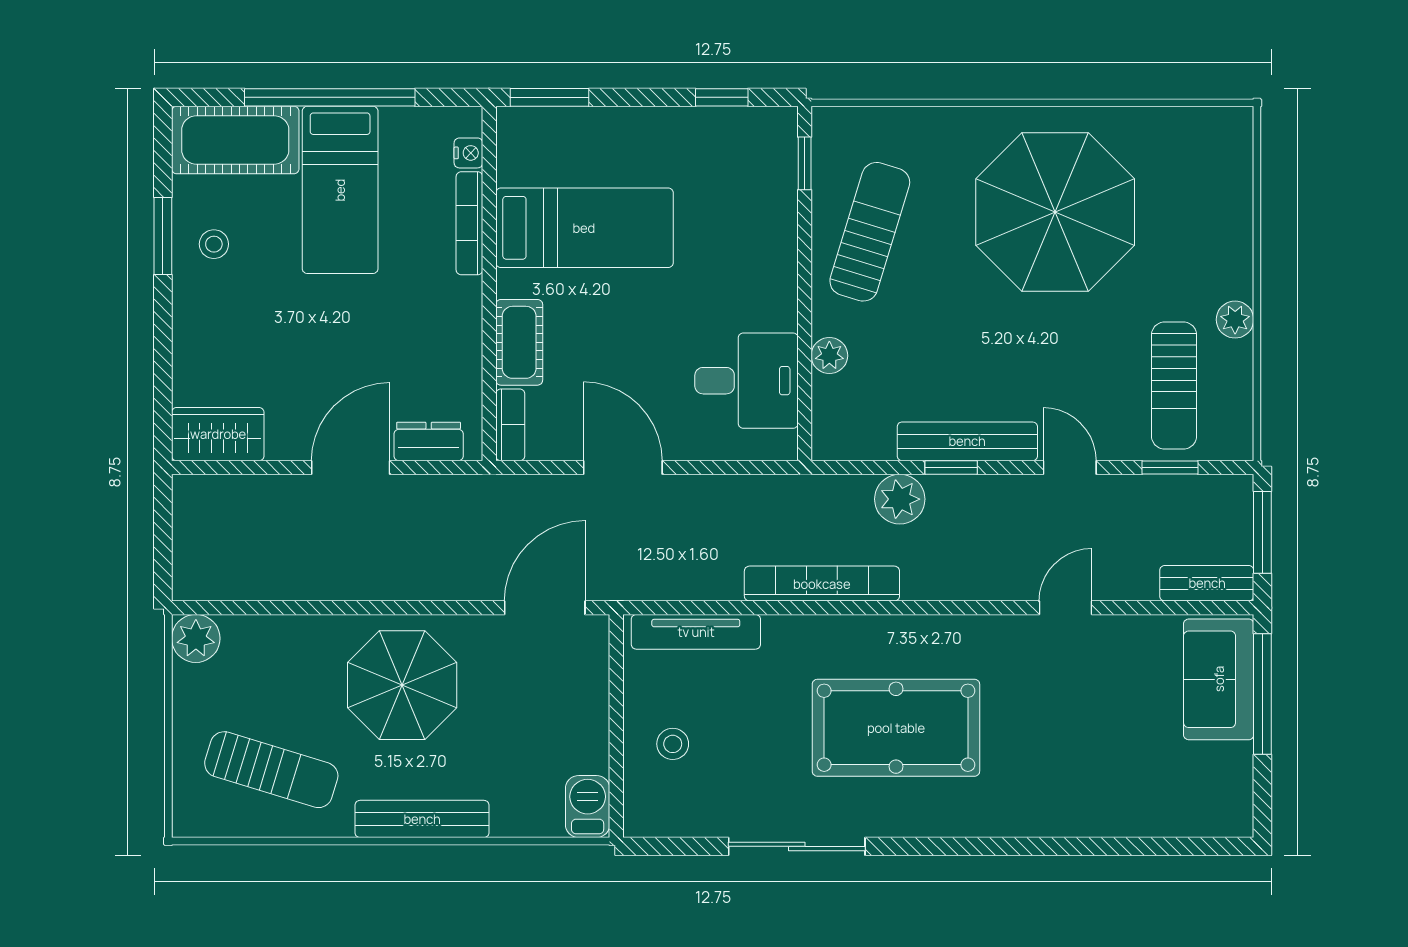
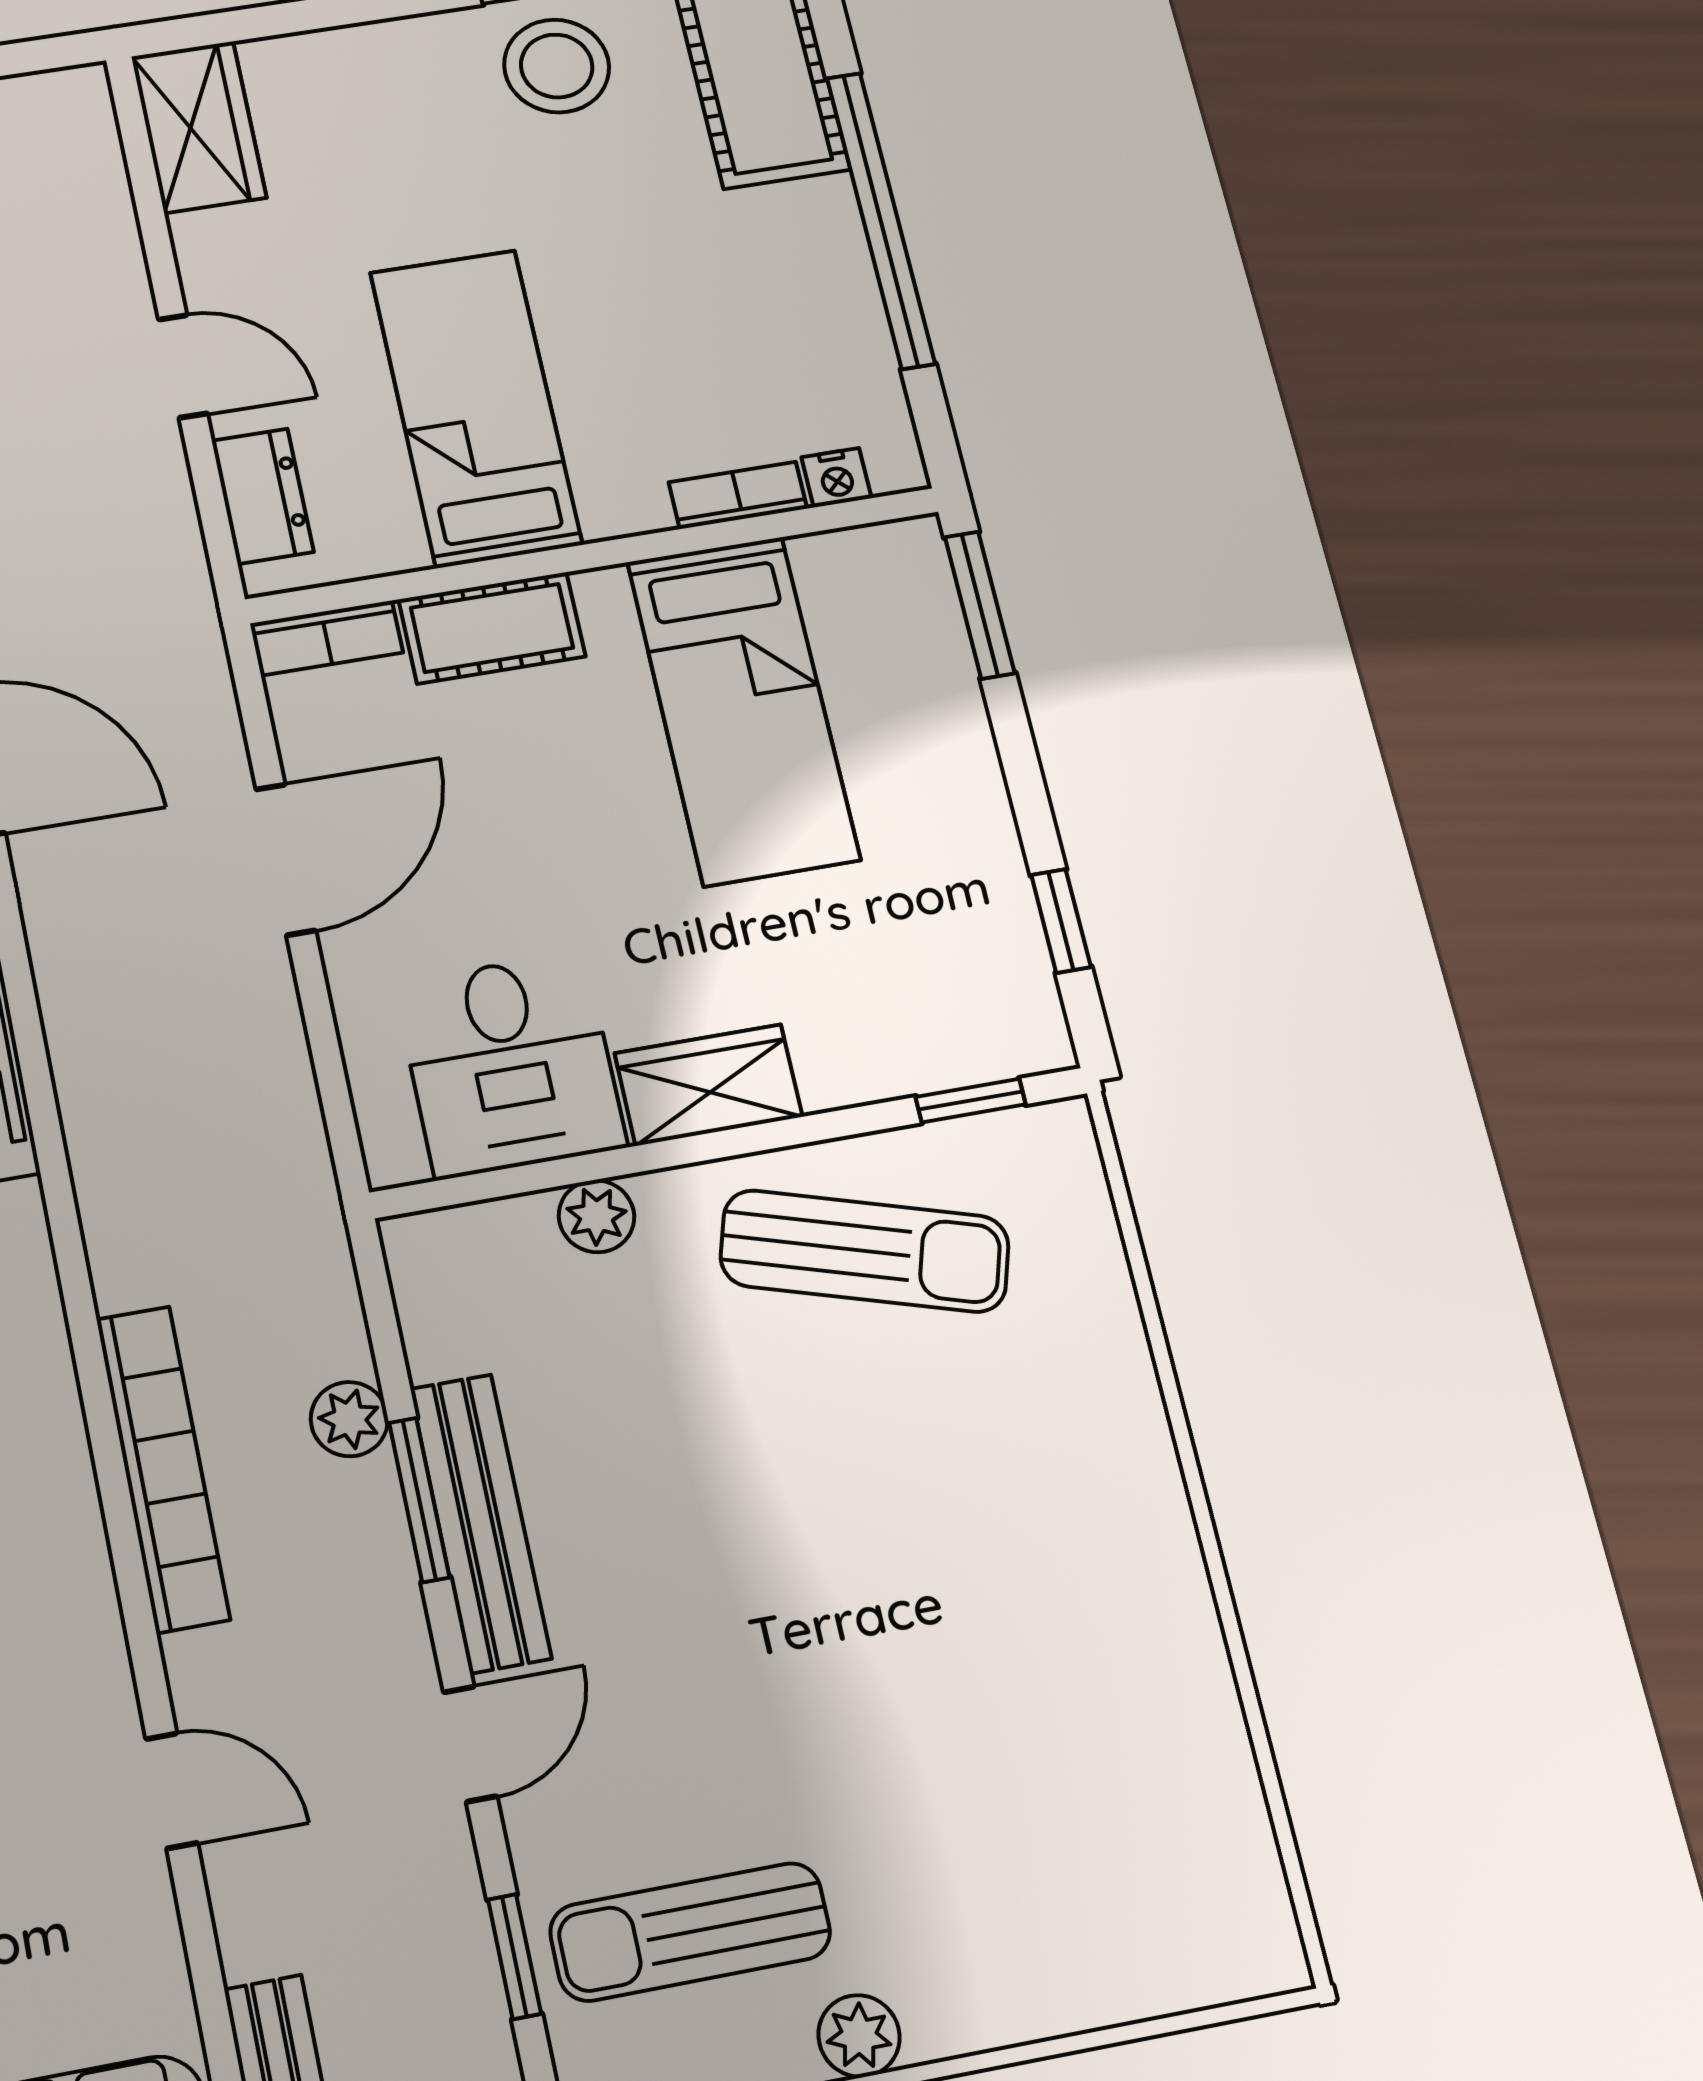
bed: (340, 190) -> (476, 408), moved, turned 90
parasol: (1055, 212) -> (994, 1615), removed
bookcase: (469, 223) -> (738, 495), width x0.64
stool: (214, 244) -> (557, 66), width x1.89, depth x1.89
wardrobe: (774, 288) -> (708, 1085), added
door: (351, 468) -> (183, 366), width x0.73
window: (951, 468) -> (419, 1500), width x1.50
plant: (900, 499) -> (349, 1419), width x0.73, depth x0.73
bookcase: (822, 584) -> (163, 1468), moved

